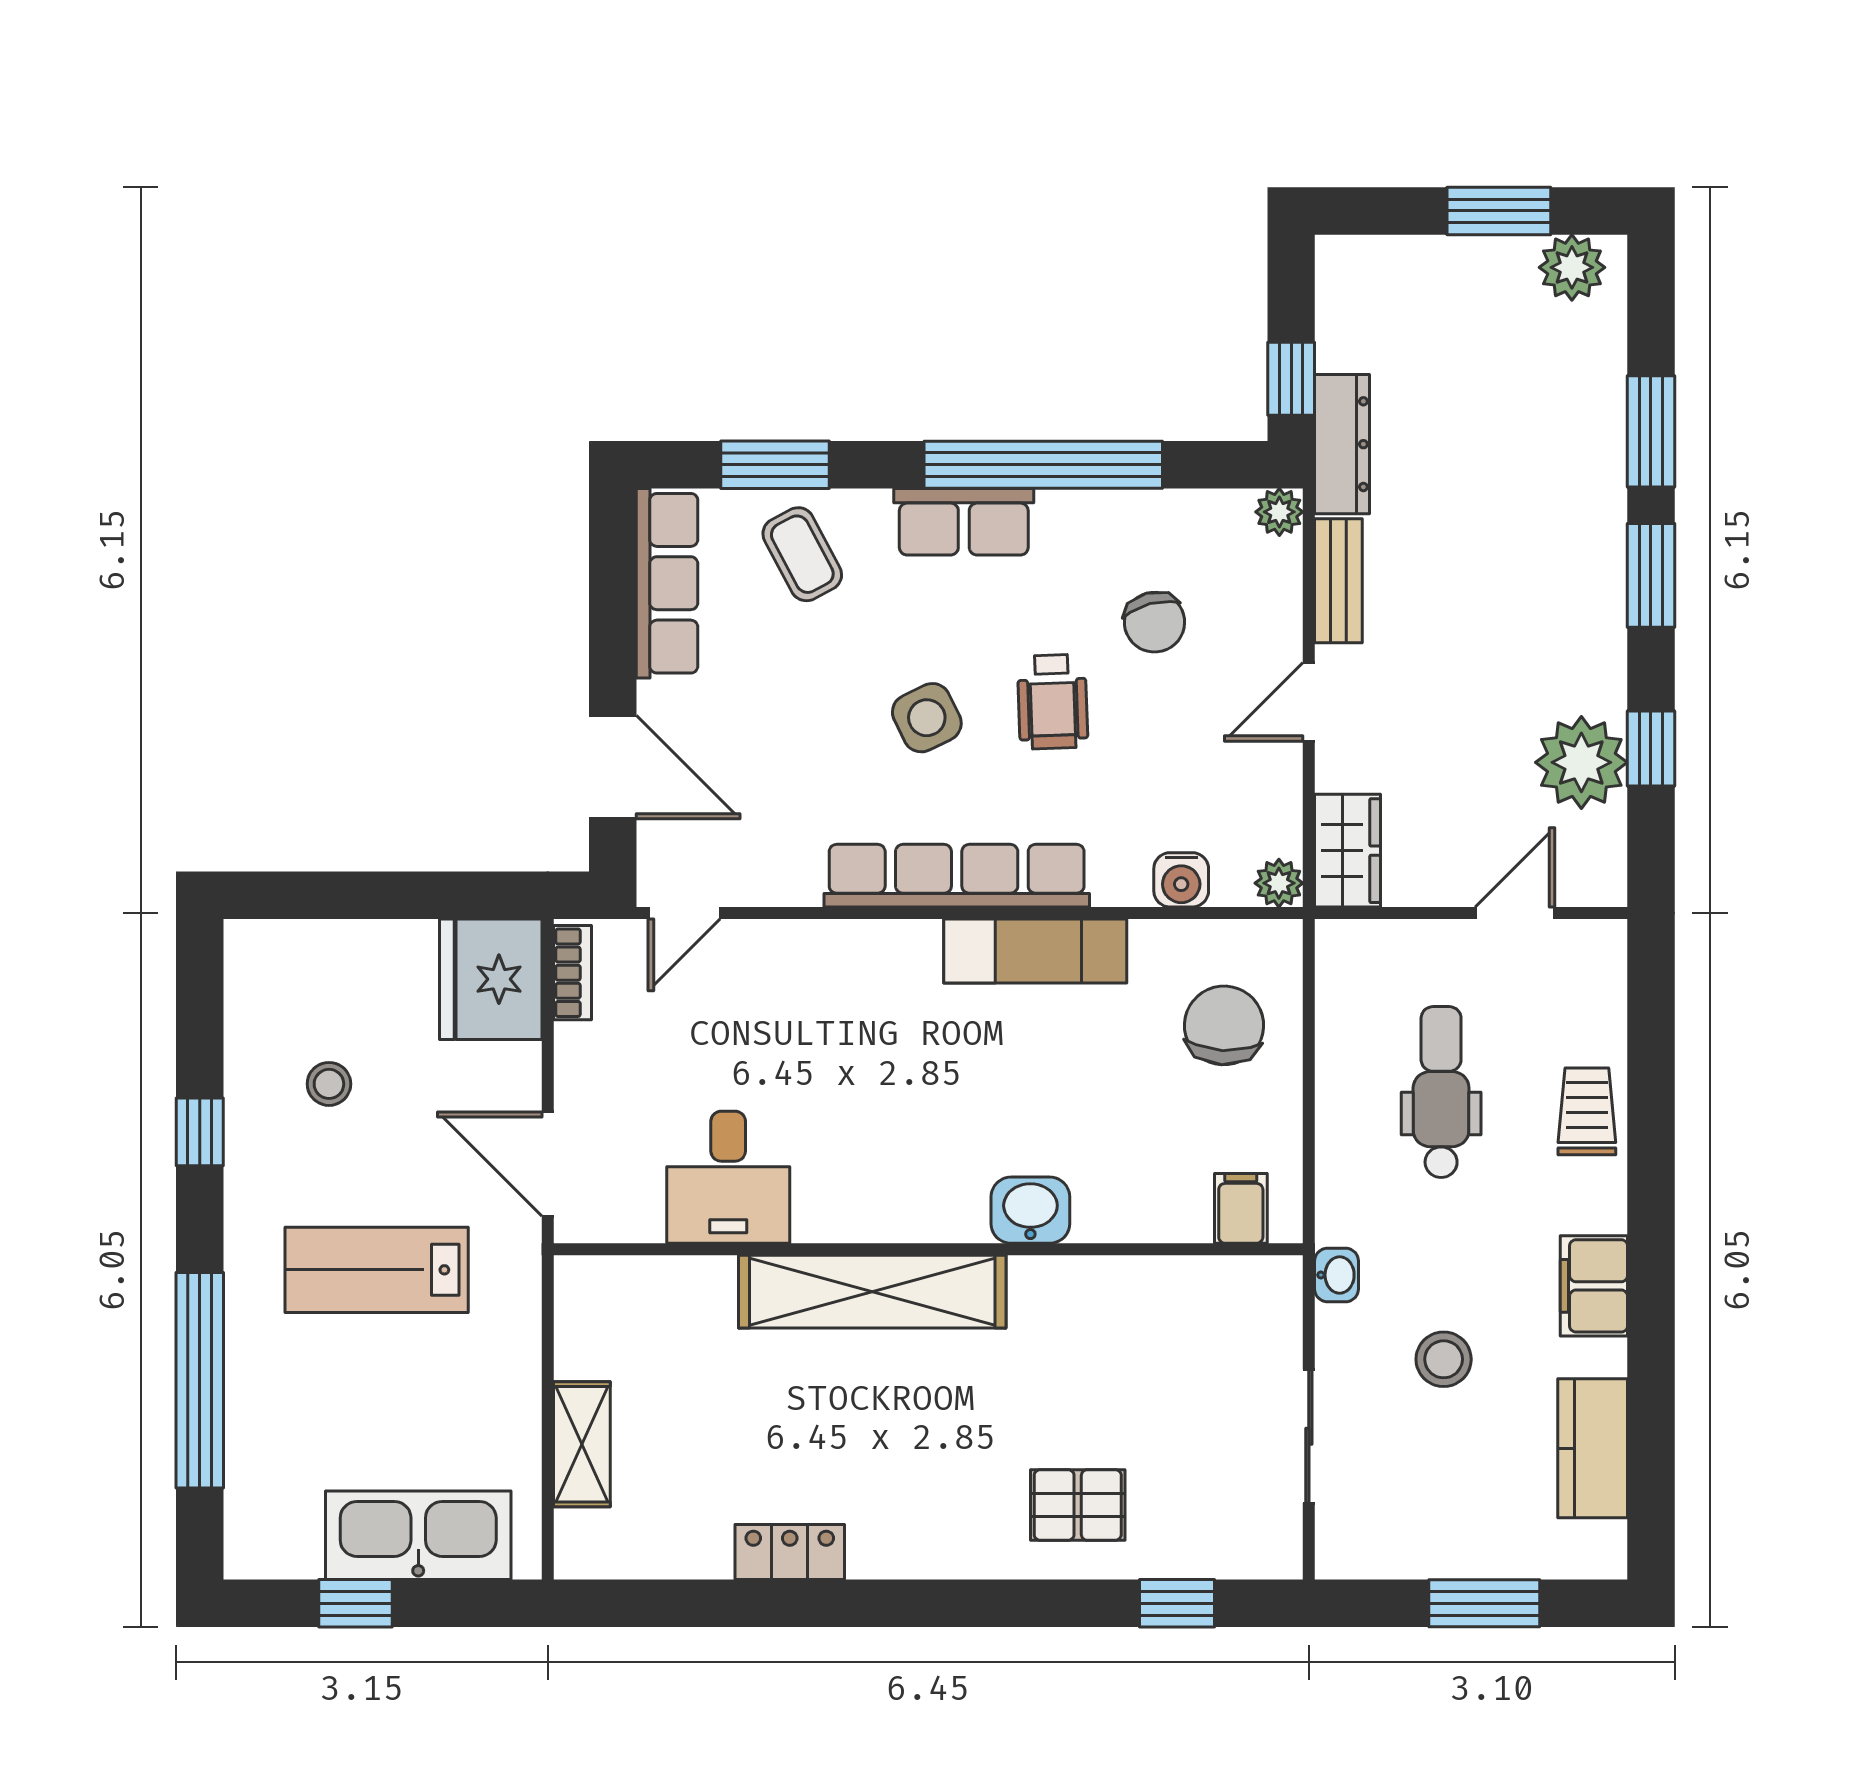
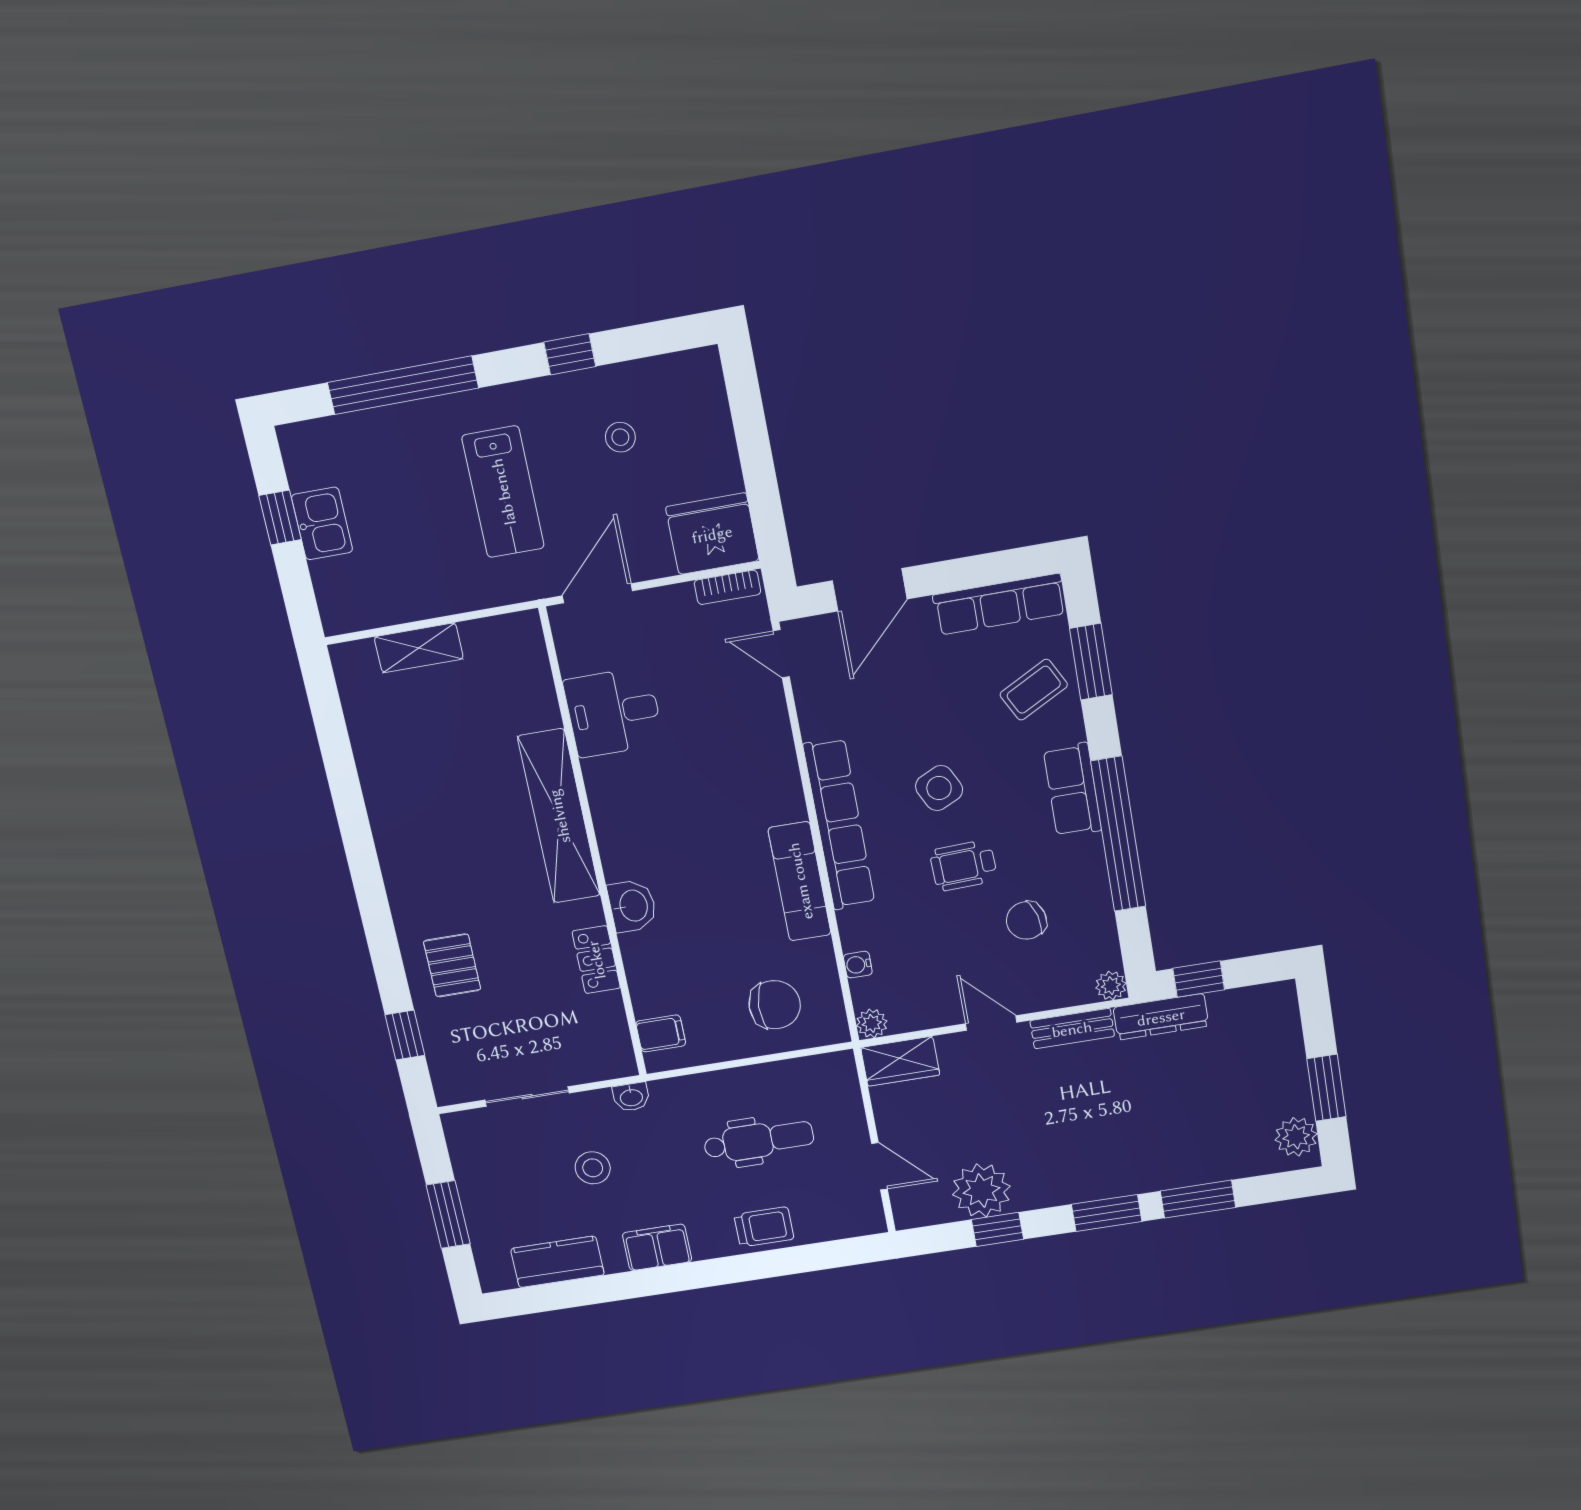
water cooler: (1181, 880) -> (858, 965), width x0.72, depth x0.72
lab bench: (377, 1270) -> (503, 492), turned 180
kitchen sink: (418, 1535) -> (322, 523), width x0.53, depth x0.81
locker: (790, 1552) -> (596, 960), moved, turned 180

